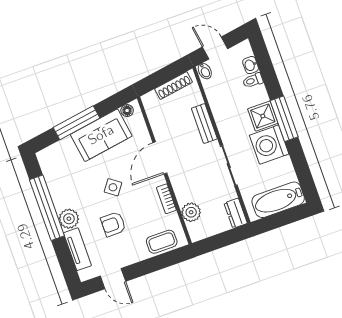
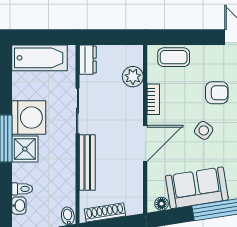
bench: (204, 124) -> (87, 162), width x1.36

